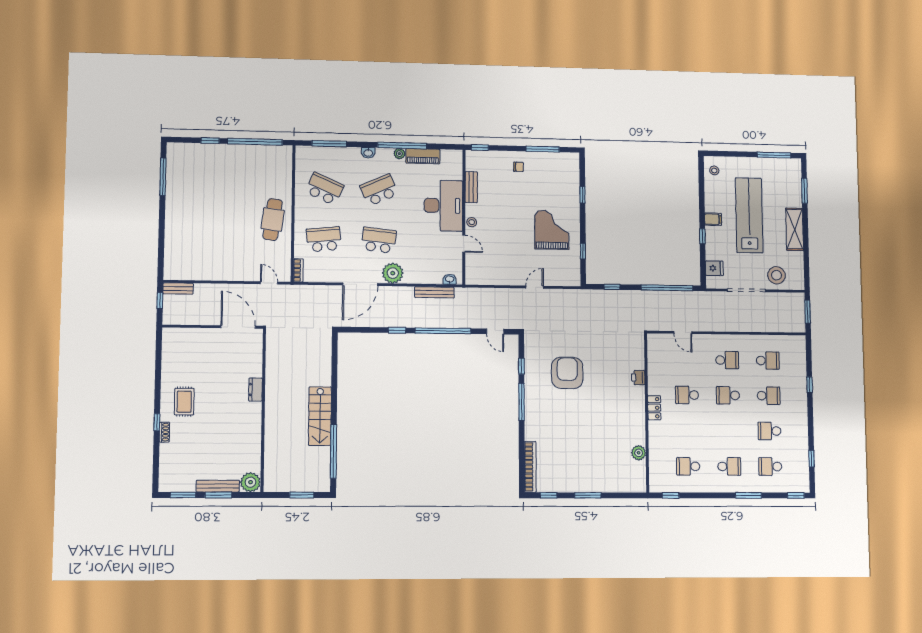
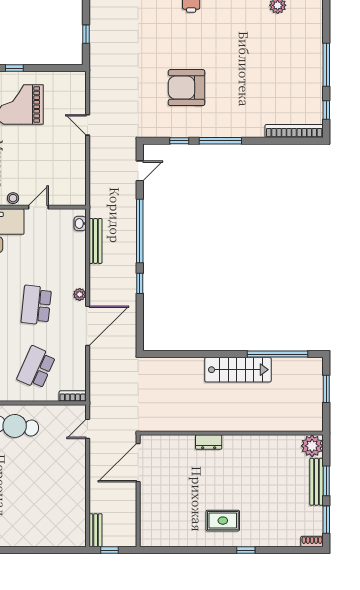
school desk: (324, 239) -> (36, 368), turned 30
window: (583, 251) -> (14, 68), moved
plant: (393, 273) -> (80, 294), width x0.53, depth x0.53
door: (360, 284) -> (88, 326), hinge flipped
shoe rack: (164, 432) -> (312, 541), moved
window: (588, 495) -> (326, 65), width x1.44

